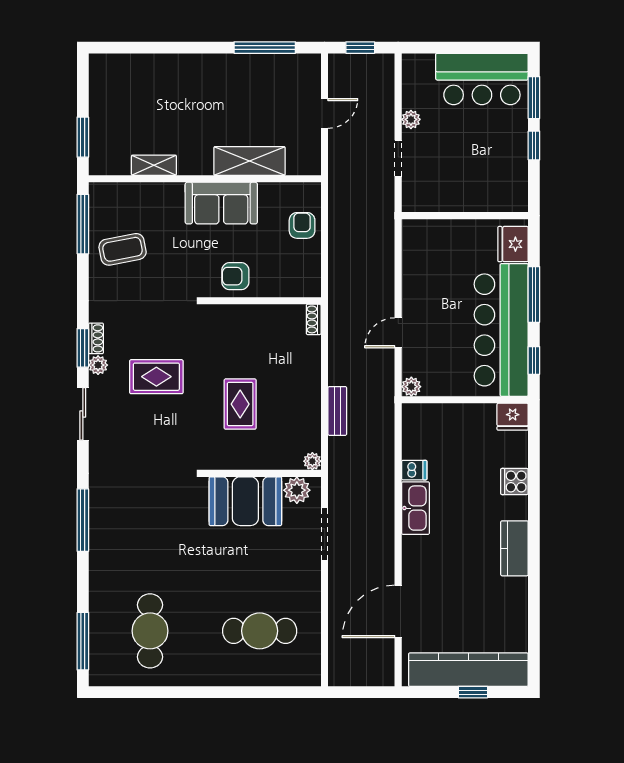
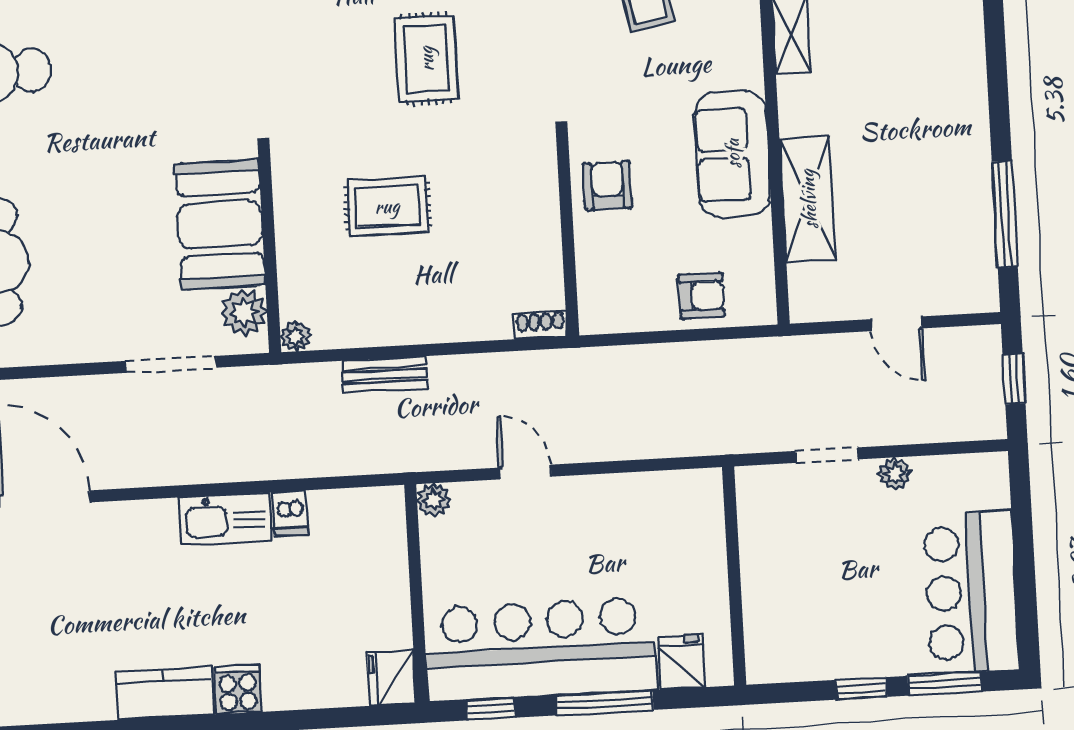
fridge: (513, 244) -> (681, 662), width x0.72
cooker: (514, 481) -> (238, 689), moved

